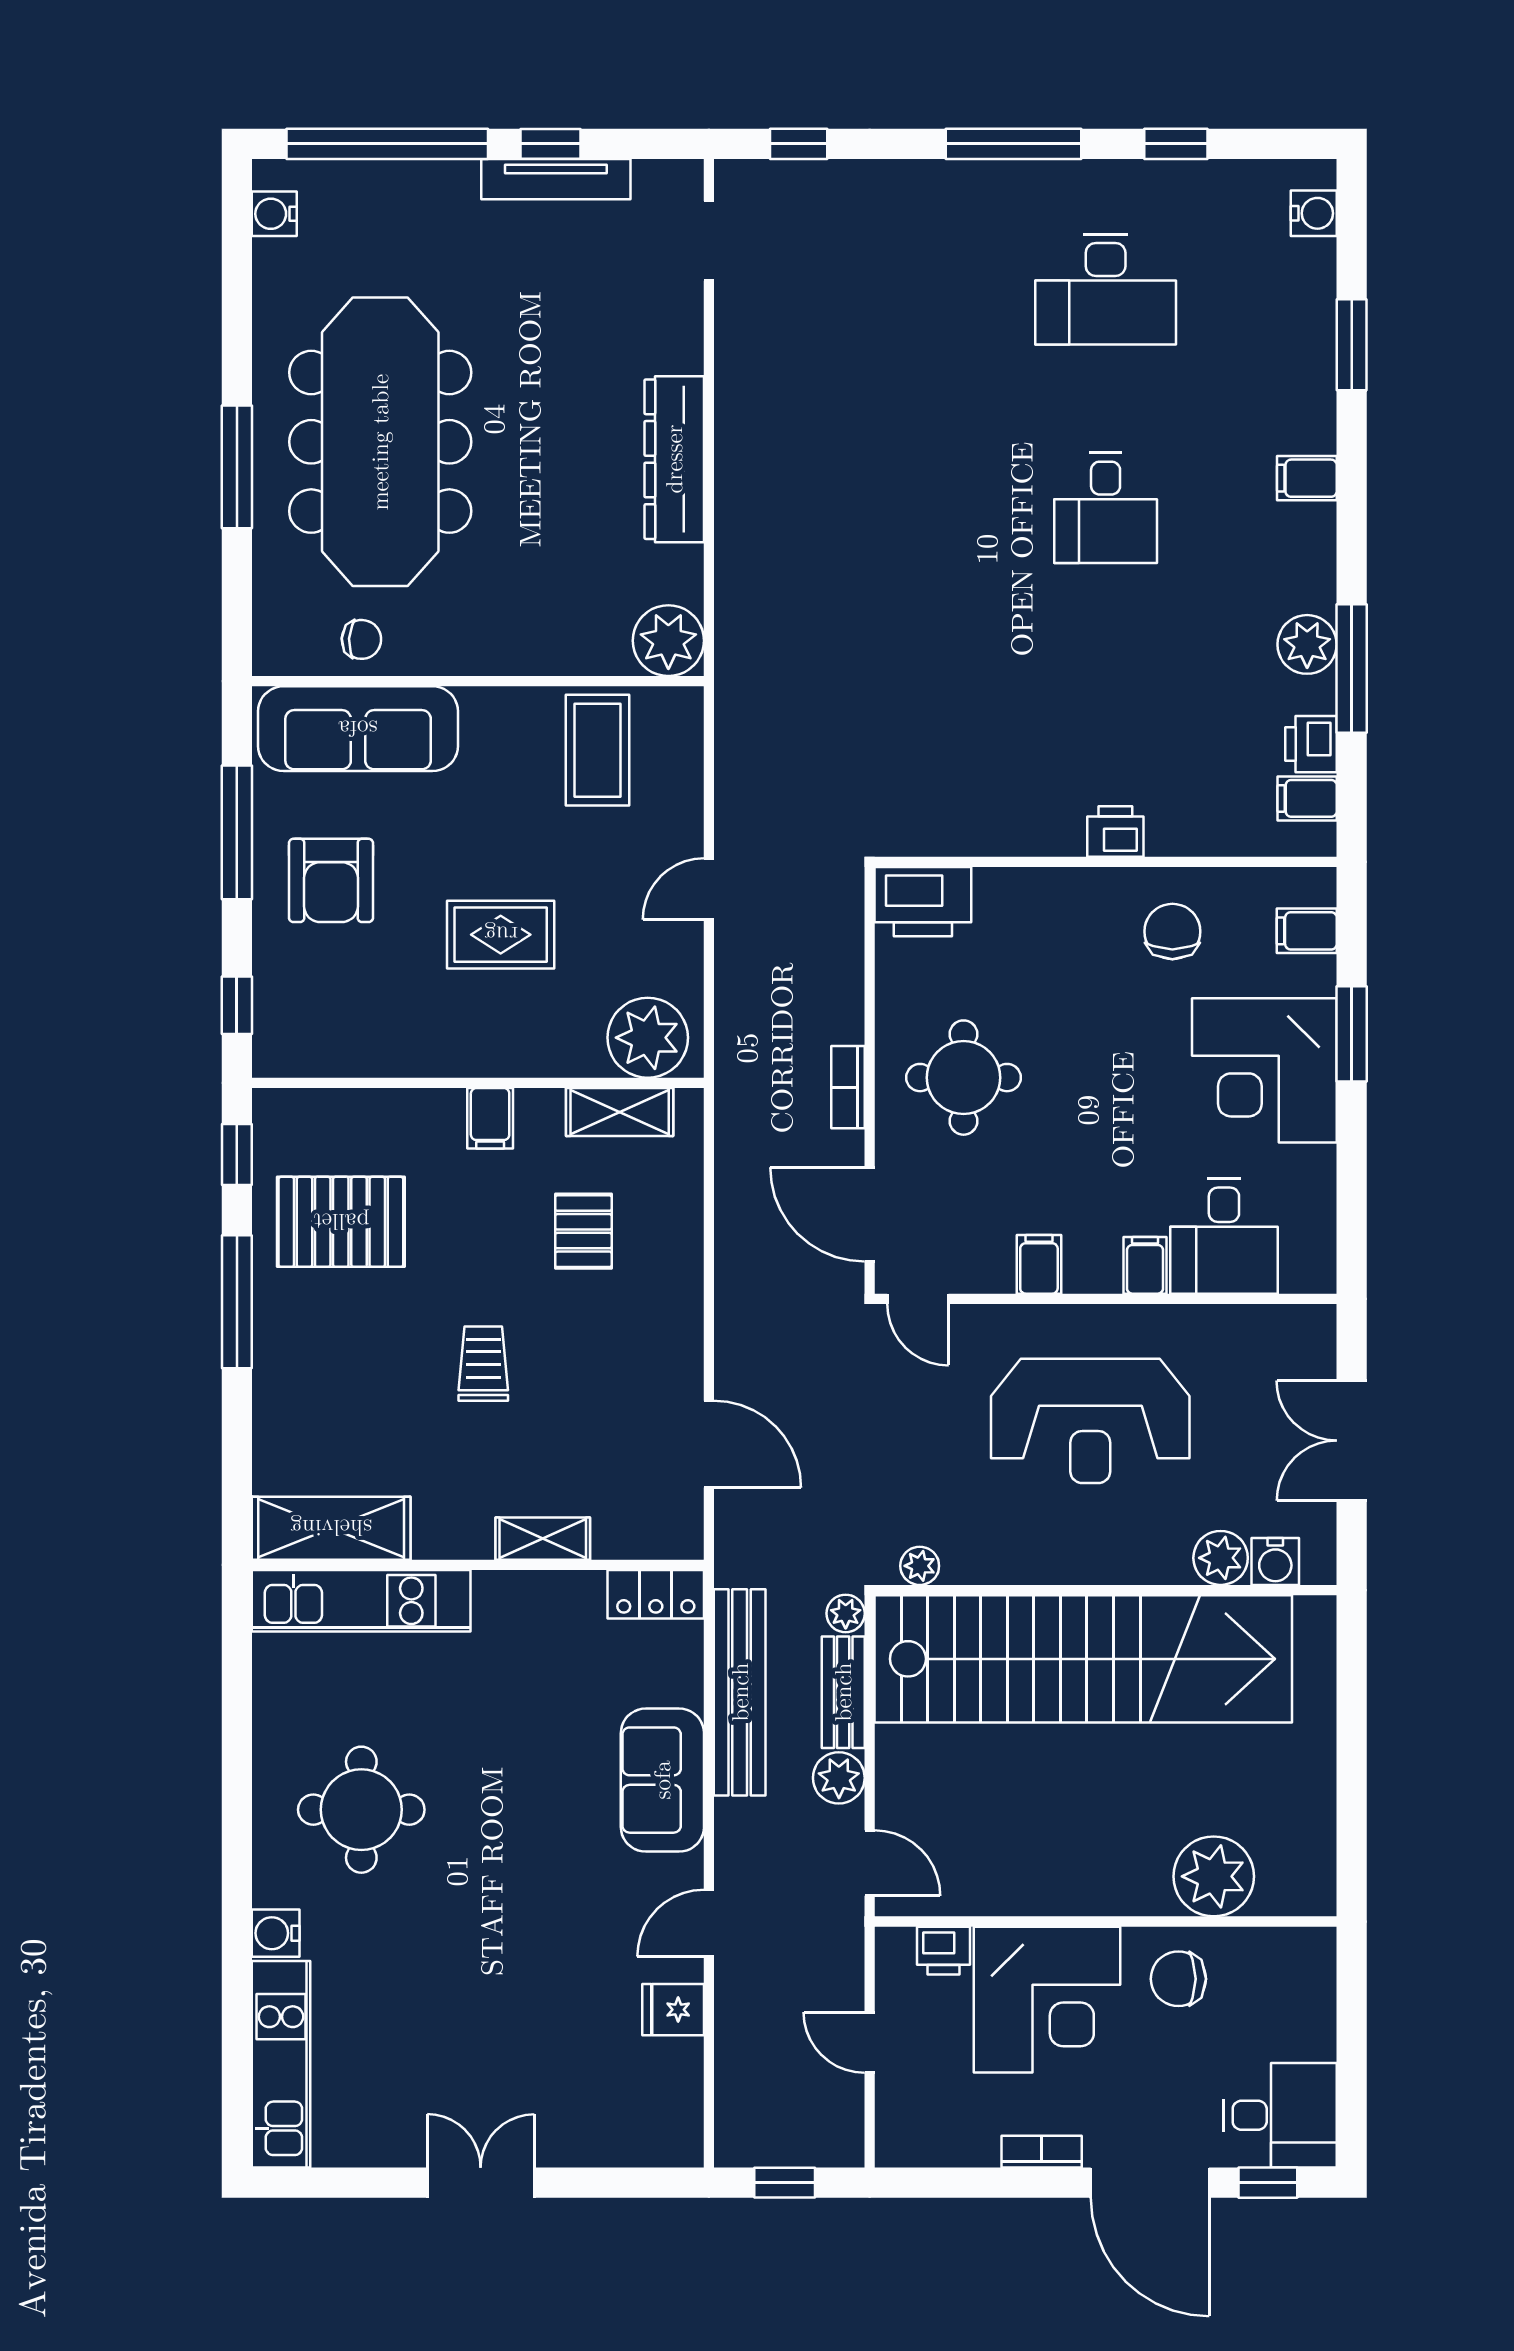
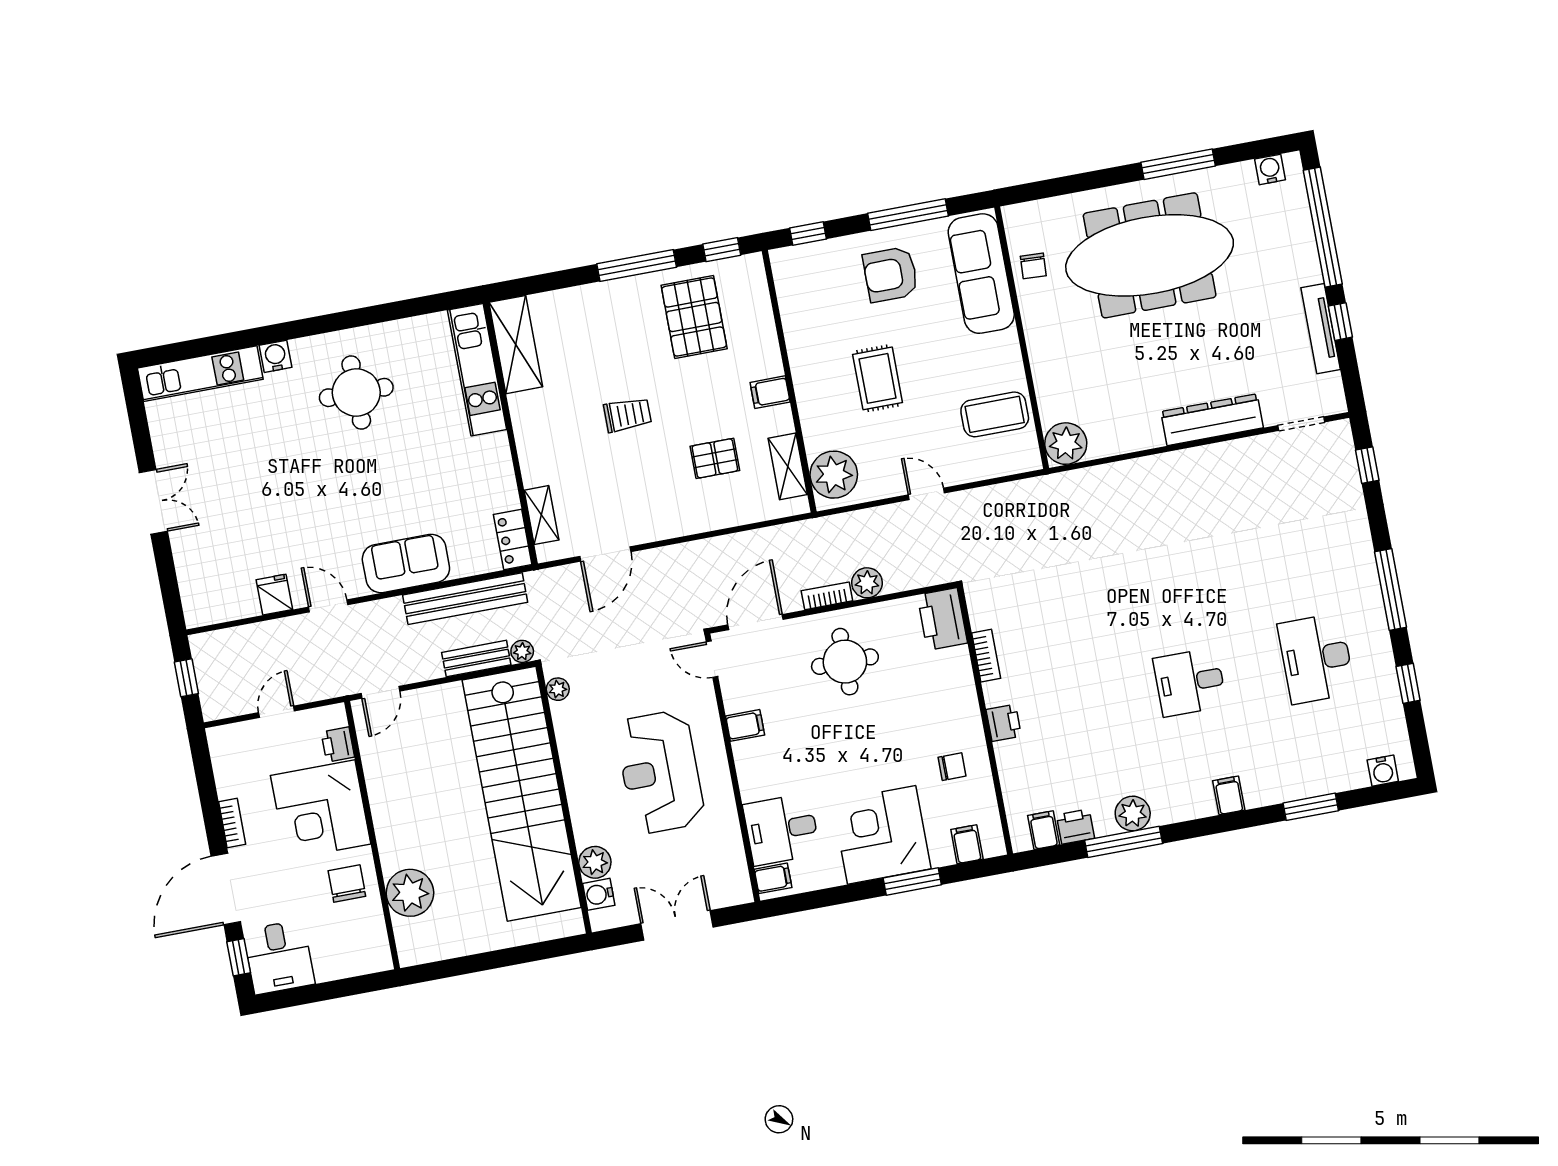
dresser: (674, 459) -> (1212, 420), moved
window: (237, 467) -> (1178, 164), moved
bookcase: (998, 840) -> (986, 656), added
chair: (1172, 931) -> (952, 767), width x0.73, depth x0.73
filing cabinet: (1145, 1265) -> (773, 878), moved
door: (918, 1299) -> (712, 659), hinge flipped
shelving: (543, 1539) -> (541, 515), moved
plant: (839, 1778) -> (867, 583), moved

